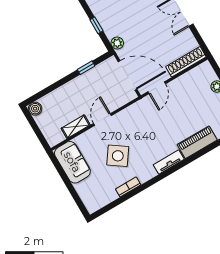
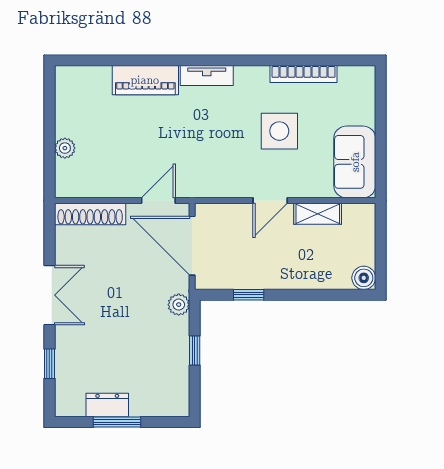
side table: (118, 156) -> (279, 131), turned -35
bookcase: (128, 187) -> (304, 74), width x1.56

